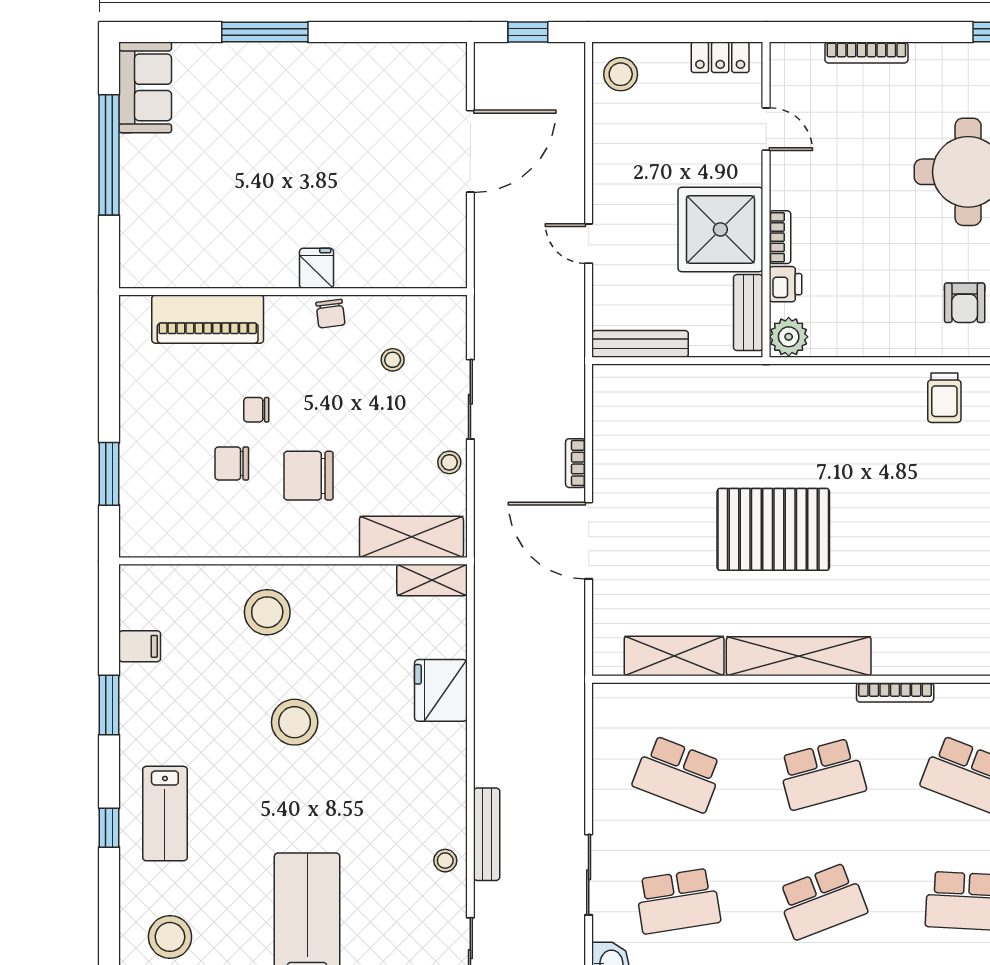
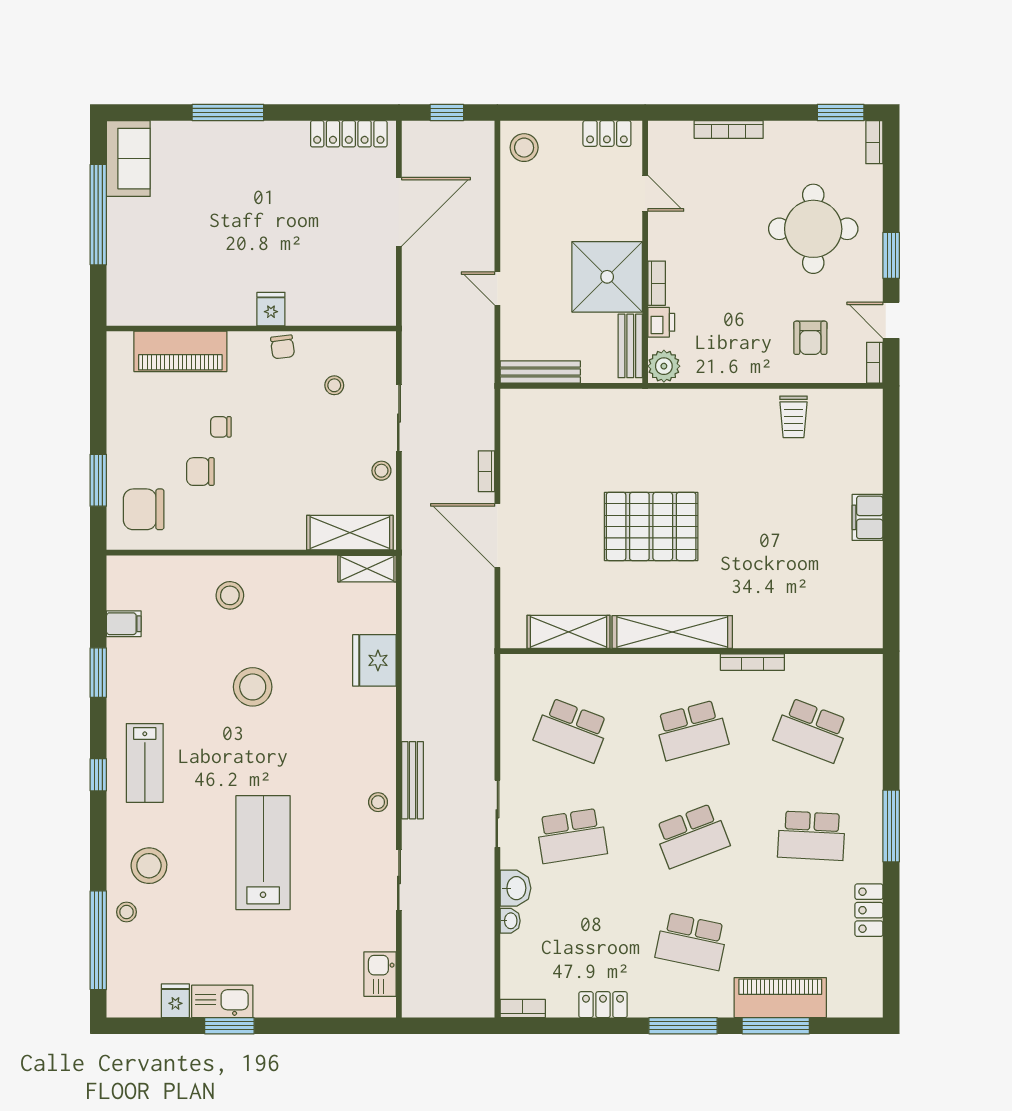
locker: (410, 58) -> (349, 134), added
chair: (308, 476) -> (144, 509), moved
stool: (267, 612) -> (230, 595), width x0.73, depth x0.73

